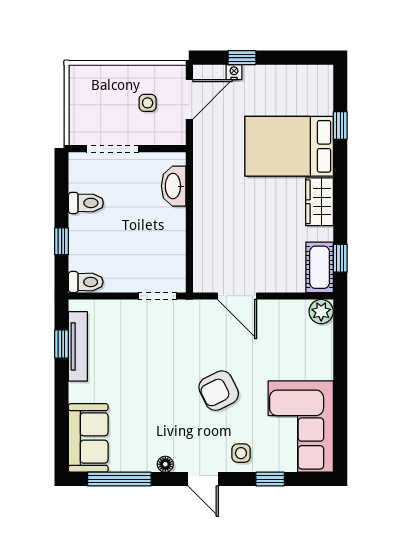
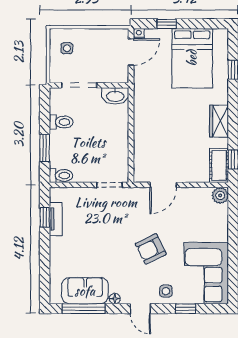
nightstand: (234, 72) -> (139, 34), moved
side table: (148, 103) -> (67, 48), moved
bed: (289, 146) -> (192, 58), moved, turned -90
washbasin: (174, 186) -> (115, 96), moved, turned -90
window: (62, 241) -> (45, 148), width x1.50
door: (237, 296) -> (163, 185), hinge flipped
tv unit: (78, 346) -> (56, 219), width x0.71
sofa: (88, 438) -> (85, 291), moved, turned -90

